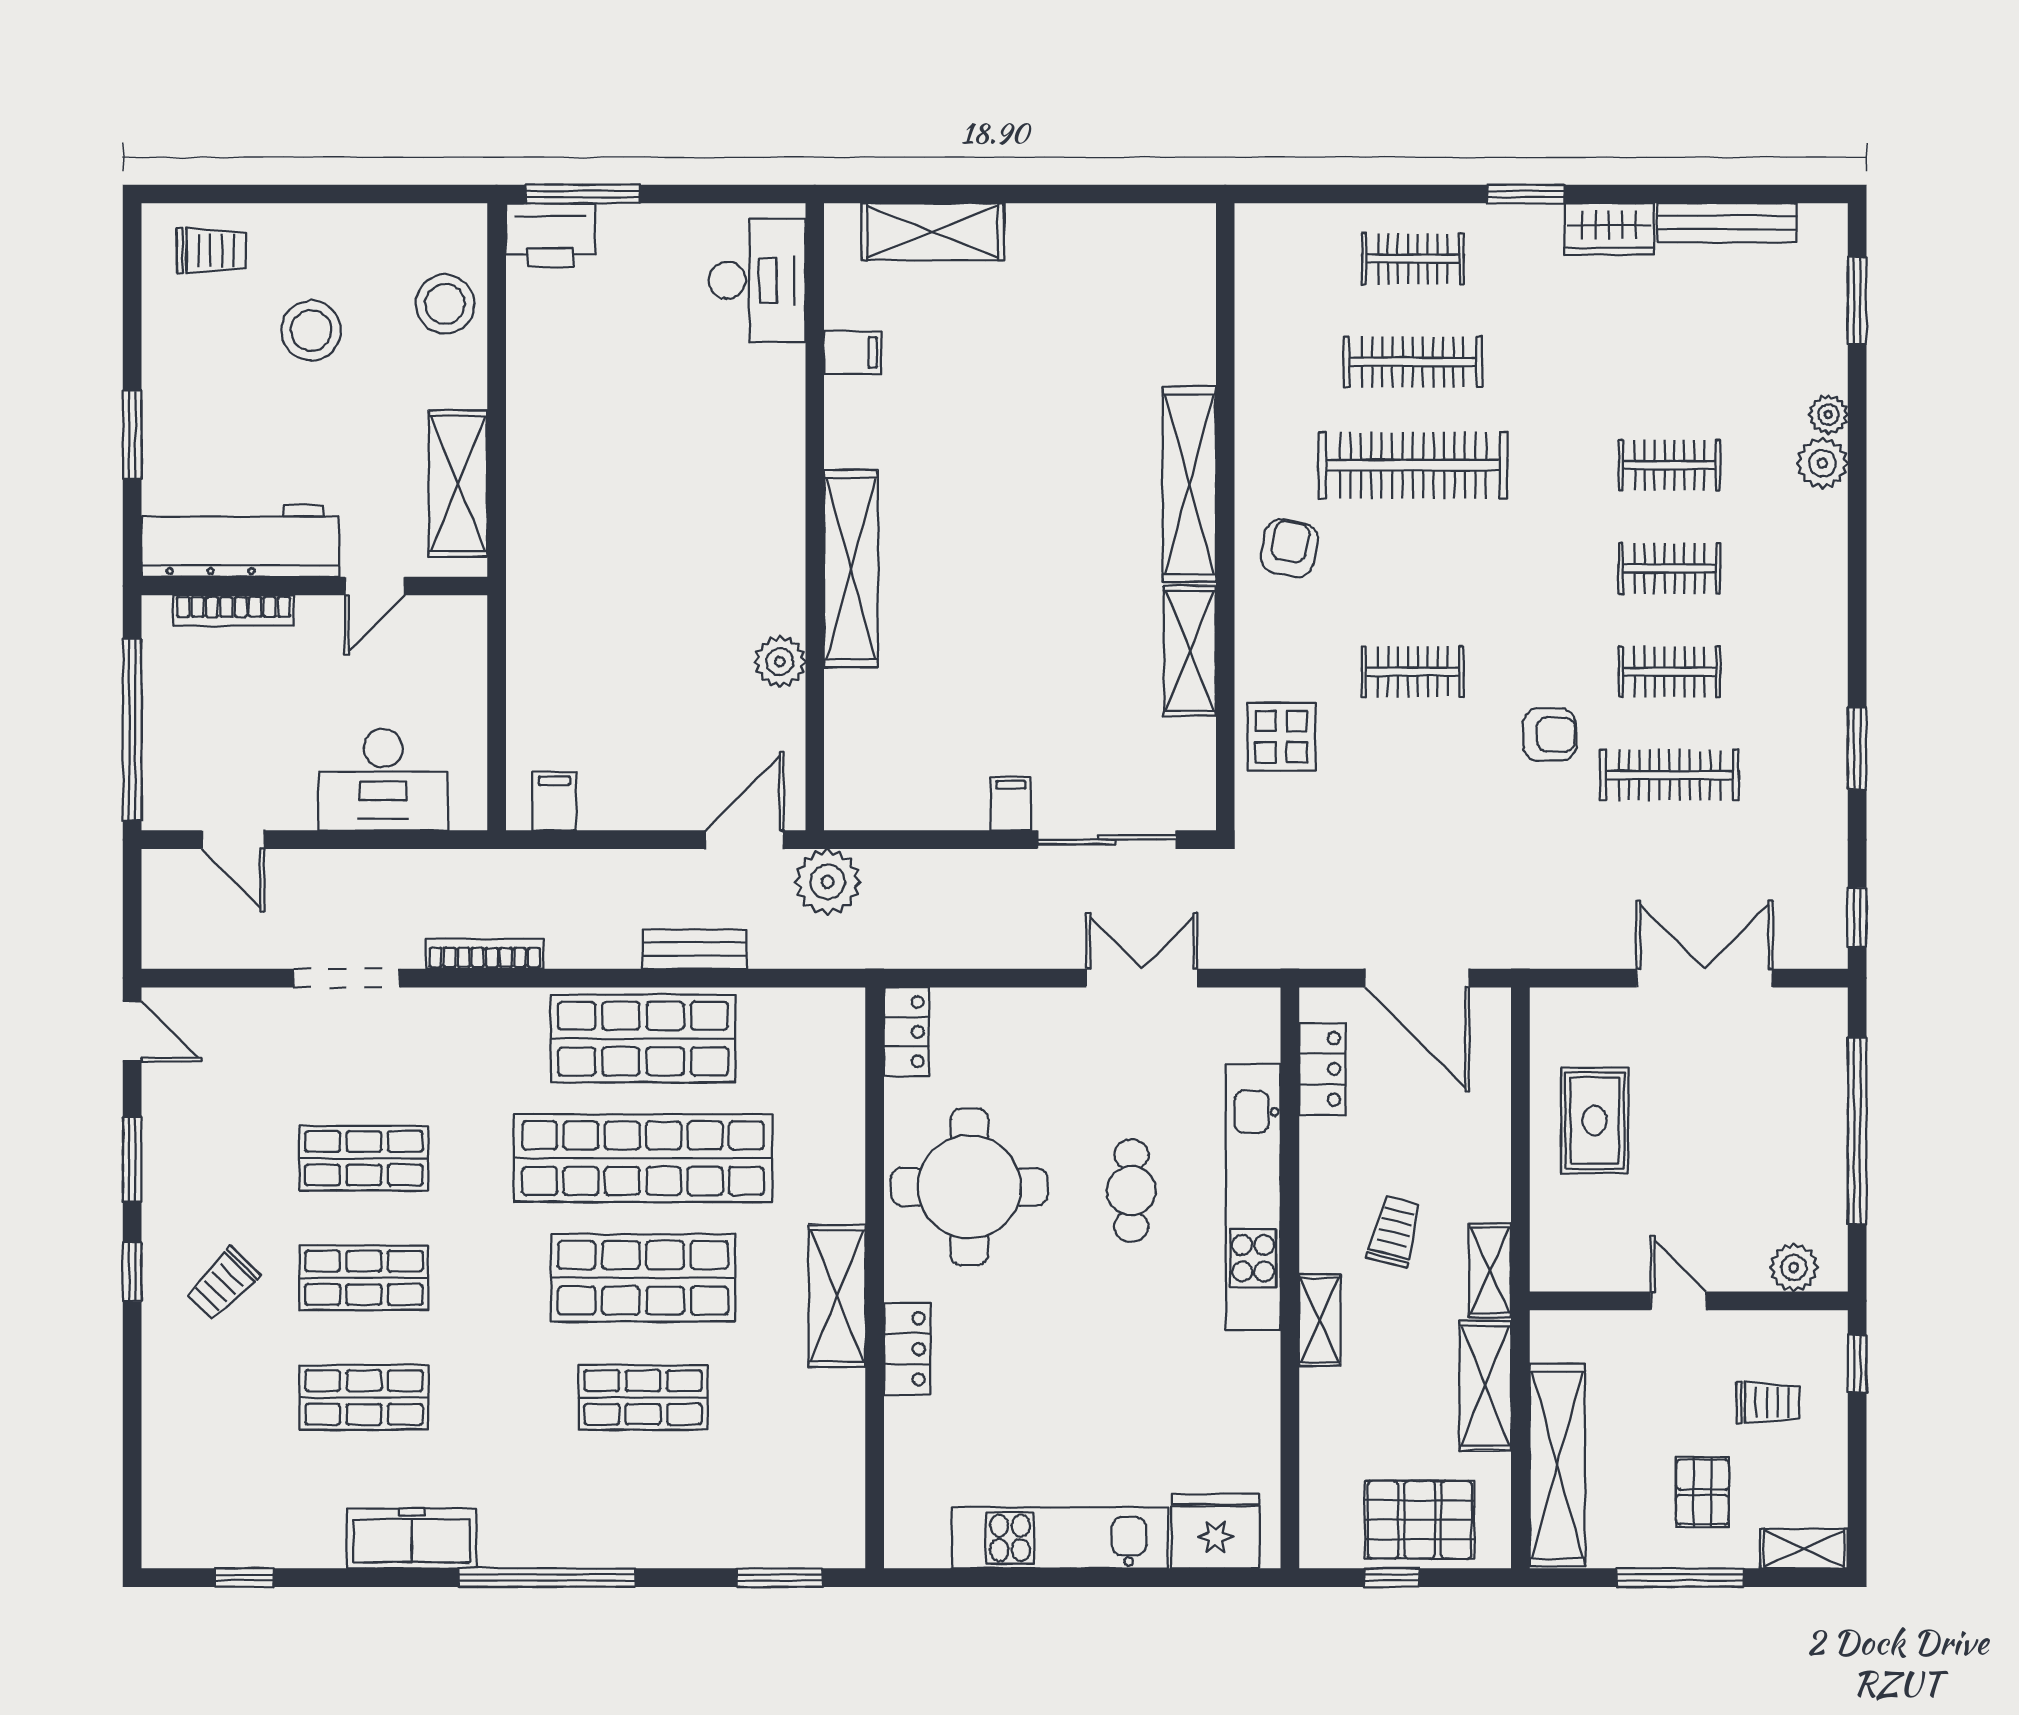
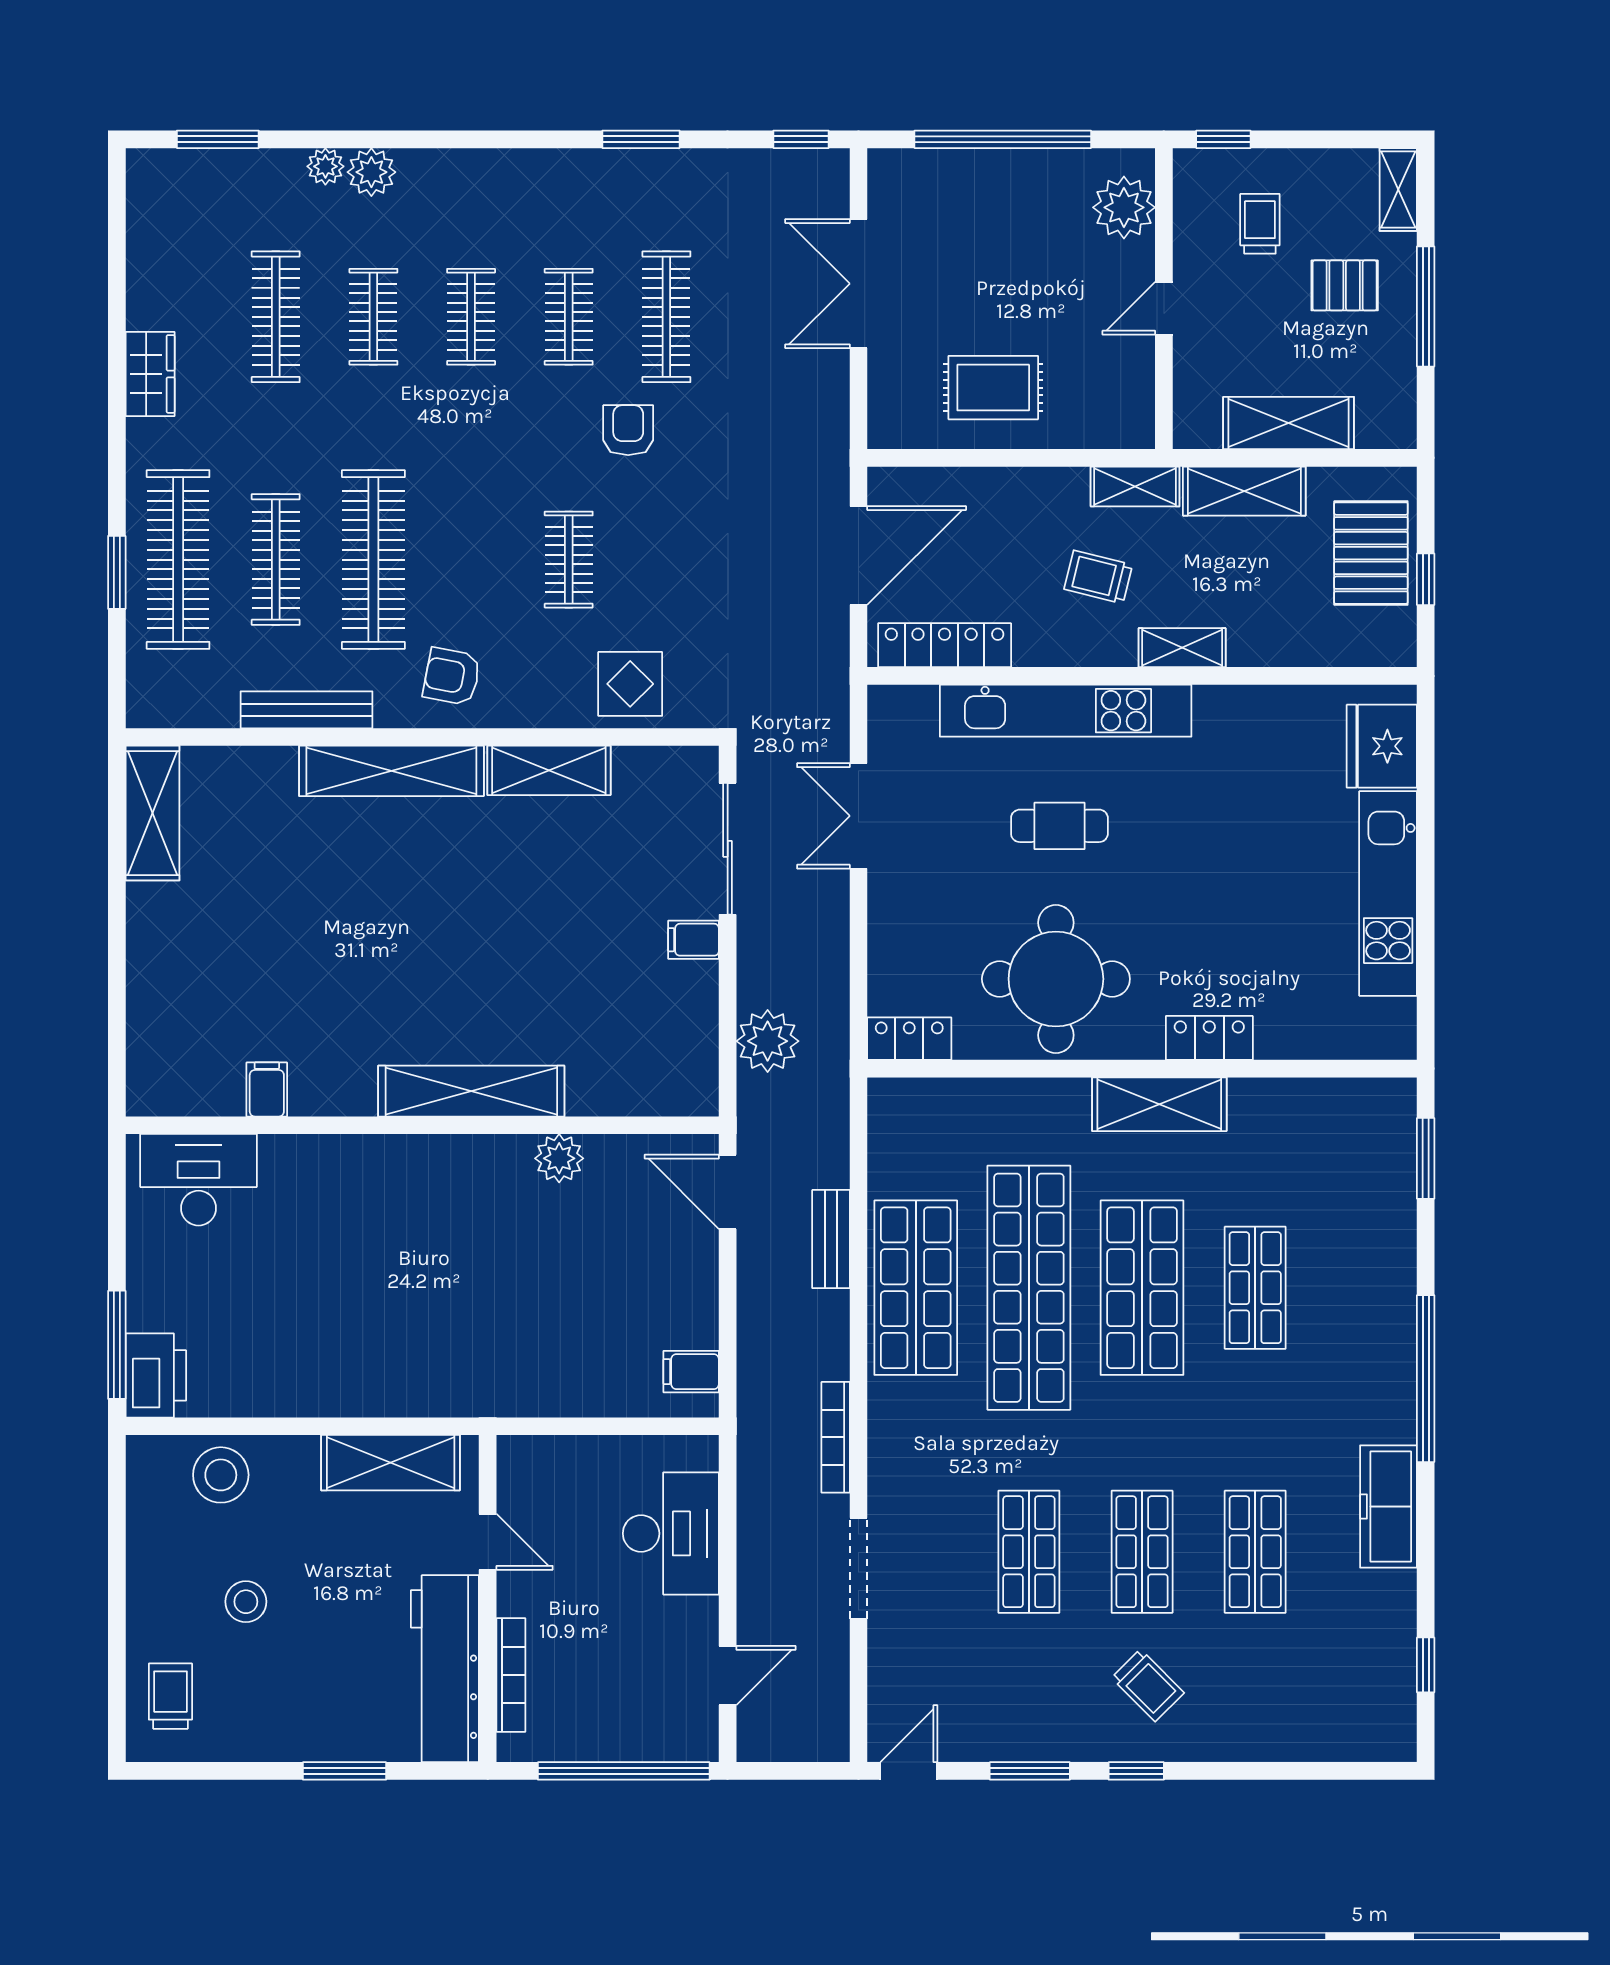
window: (1526, 194) -> (117, 572), moved
bench: (1727, 223) -> (307, 710), moved, turned 90
shelving: (933, 232) -> (153, 813), moved
clothes rail: (1413, 259) -> (178, 560), width x1.86, depth x1.31
stool: (311, 330) -> (246, 1602), width x0.73, depth x0.73
clothes rail: (1669, 362) -> (276, 317), added
plant: (828, 882) -> (768, 1041), moved
locker: (1322, 1069) -> (945, 645), width x1.53
plant: (1794, 1268) -> (1124, 207), width x1.36, depth x1.36
shelving: (1557, 1465) -> (1289, 423), width x0.68

